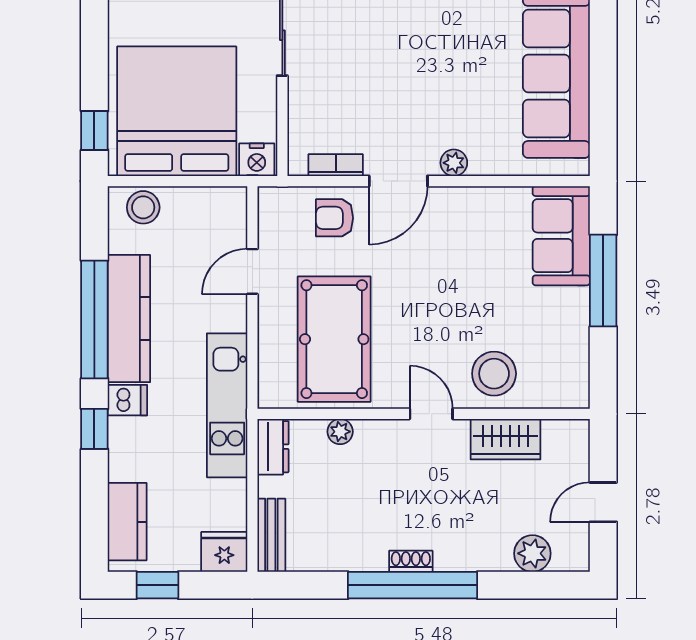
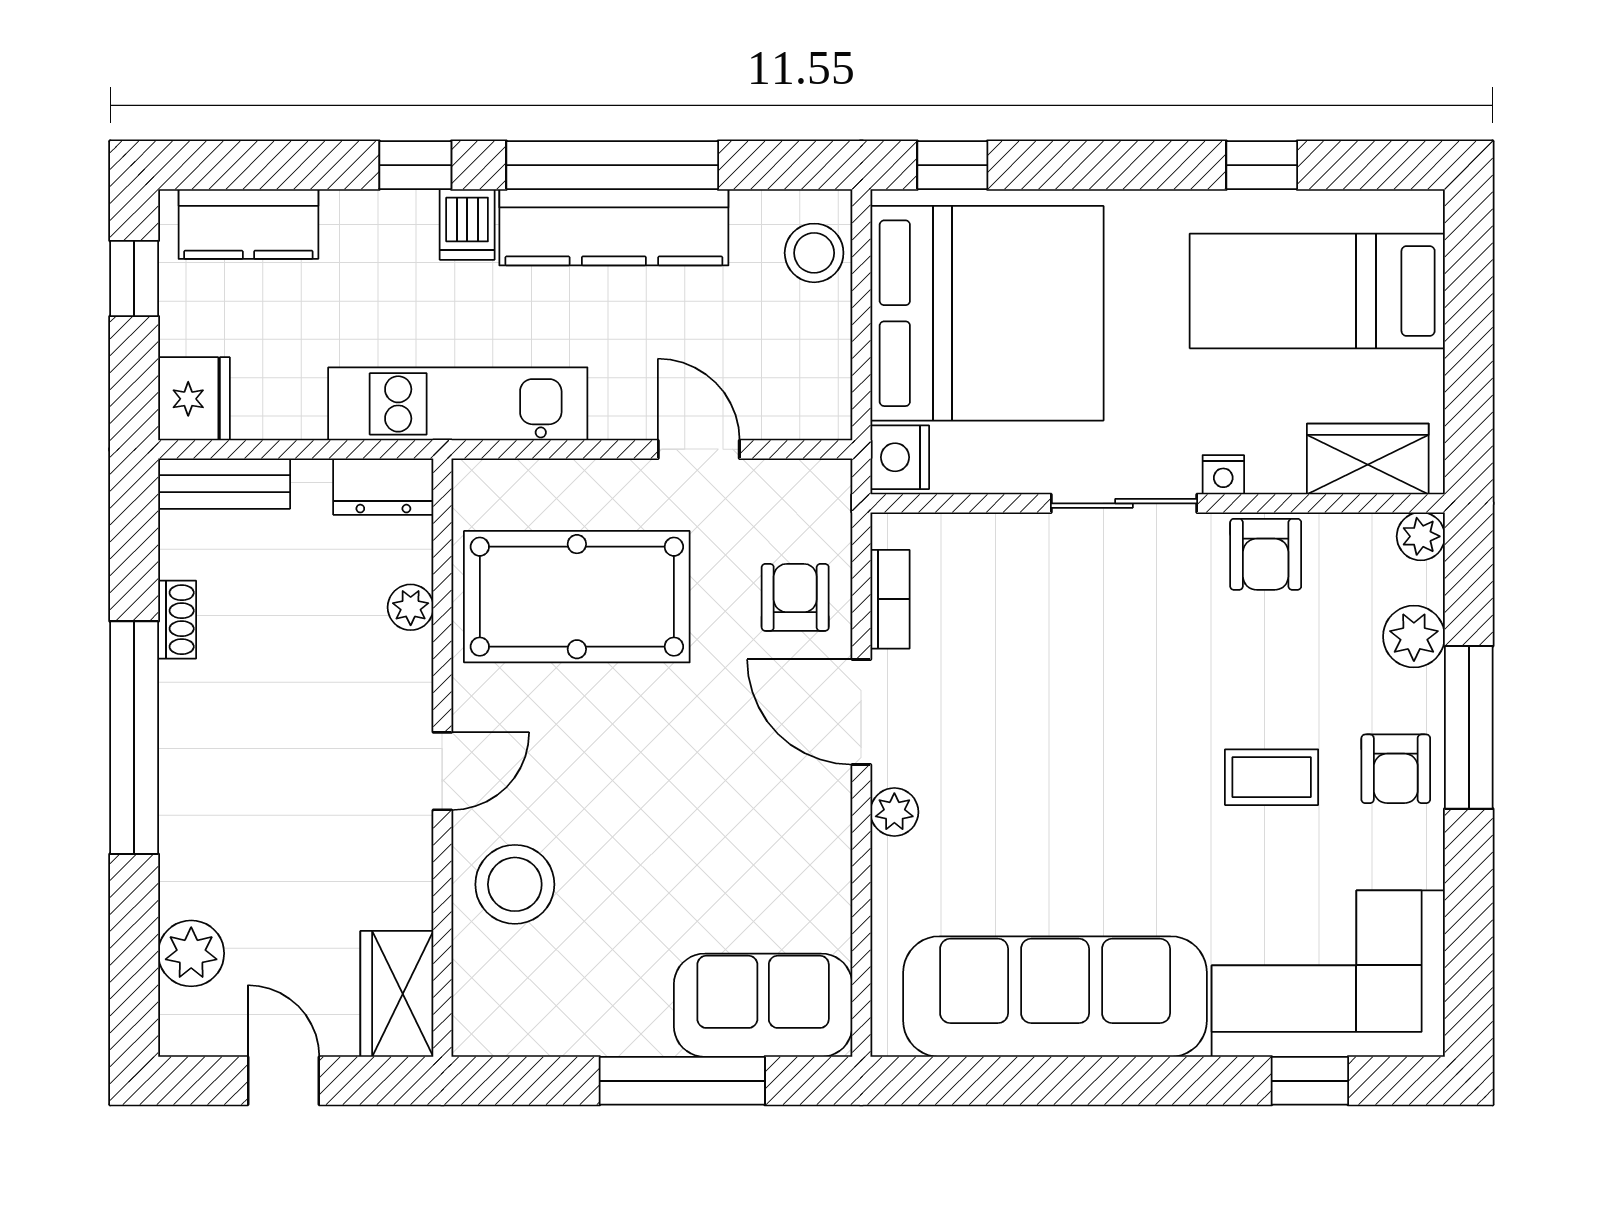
wardrobe: (505, 439) -> (397, 994), moved
shoe rack: (411, 561) -> (177, 620), moved

